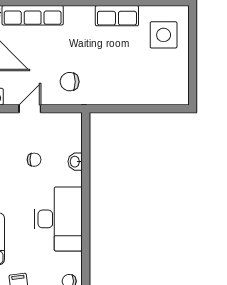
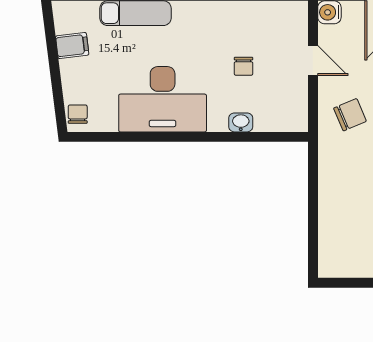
chair: (70, 82) -> (350, 115), turned 67

